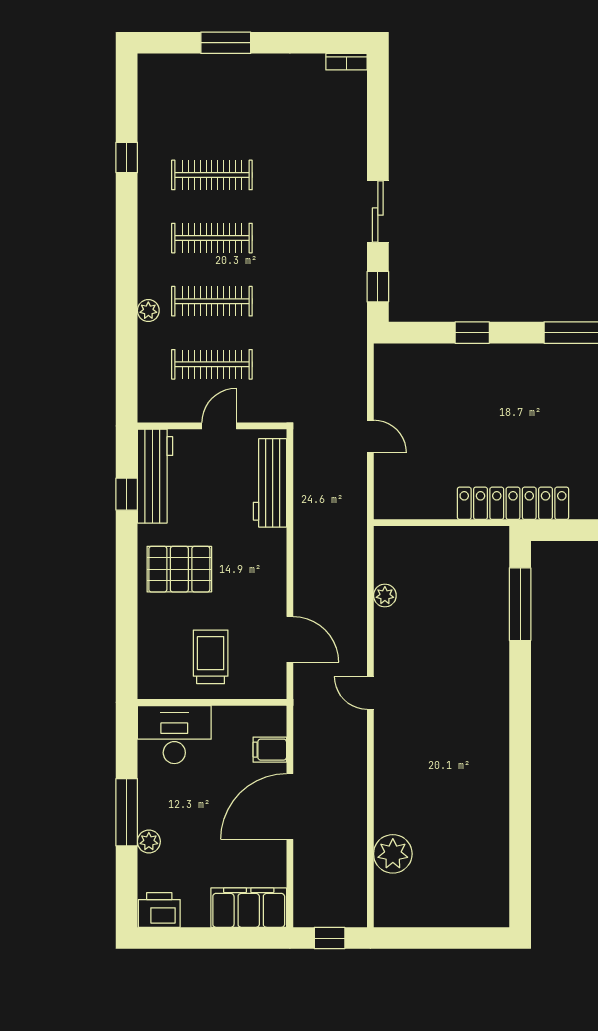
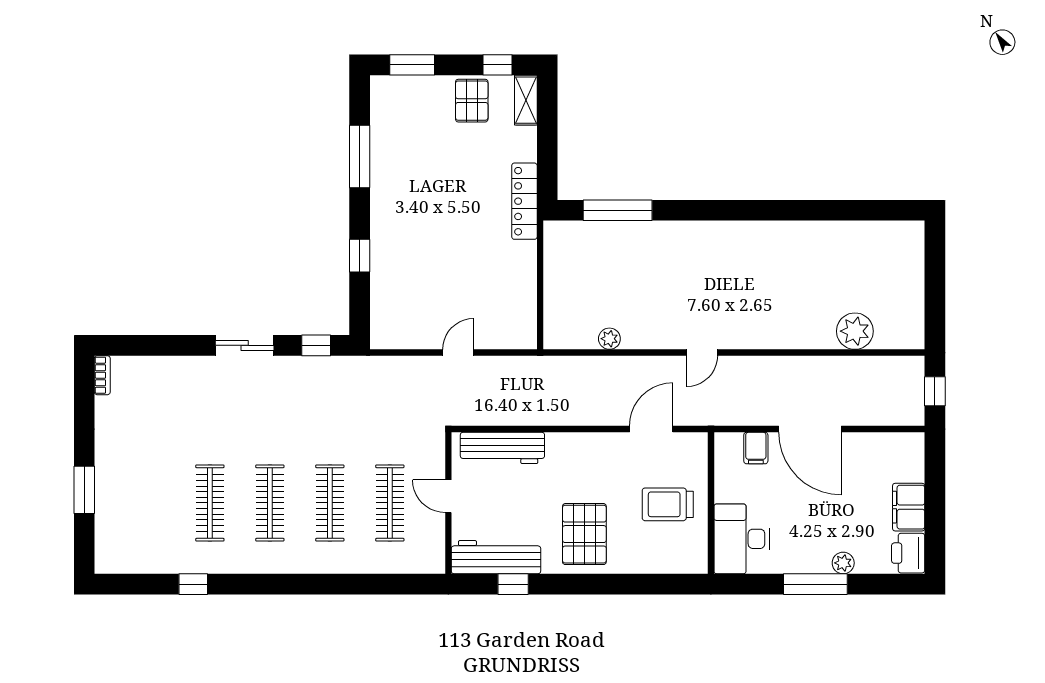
plant: (148, 311) -> (339, 564), removed
locker: (513, 503) -> (524, 201), width x0.71, depth x0.83
filing cabinet: (249, 908) -> (909, 507), moved, width x0.67, depth x0.86

